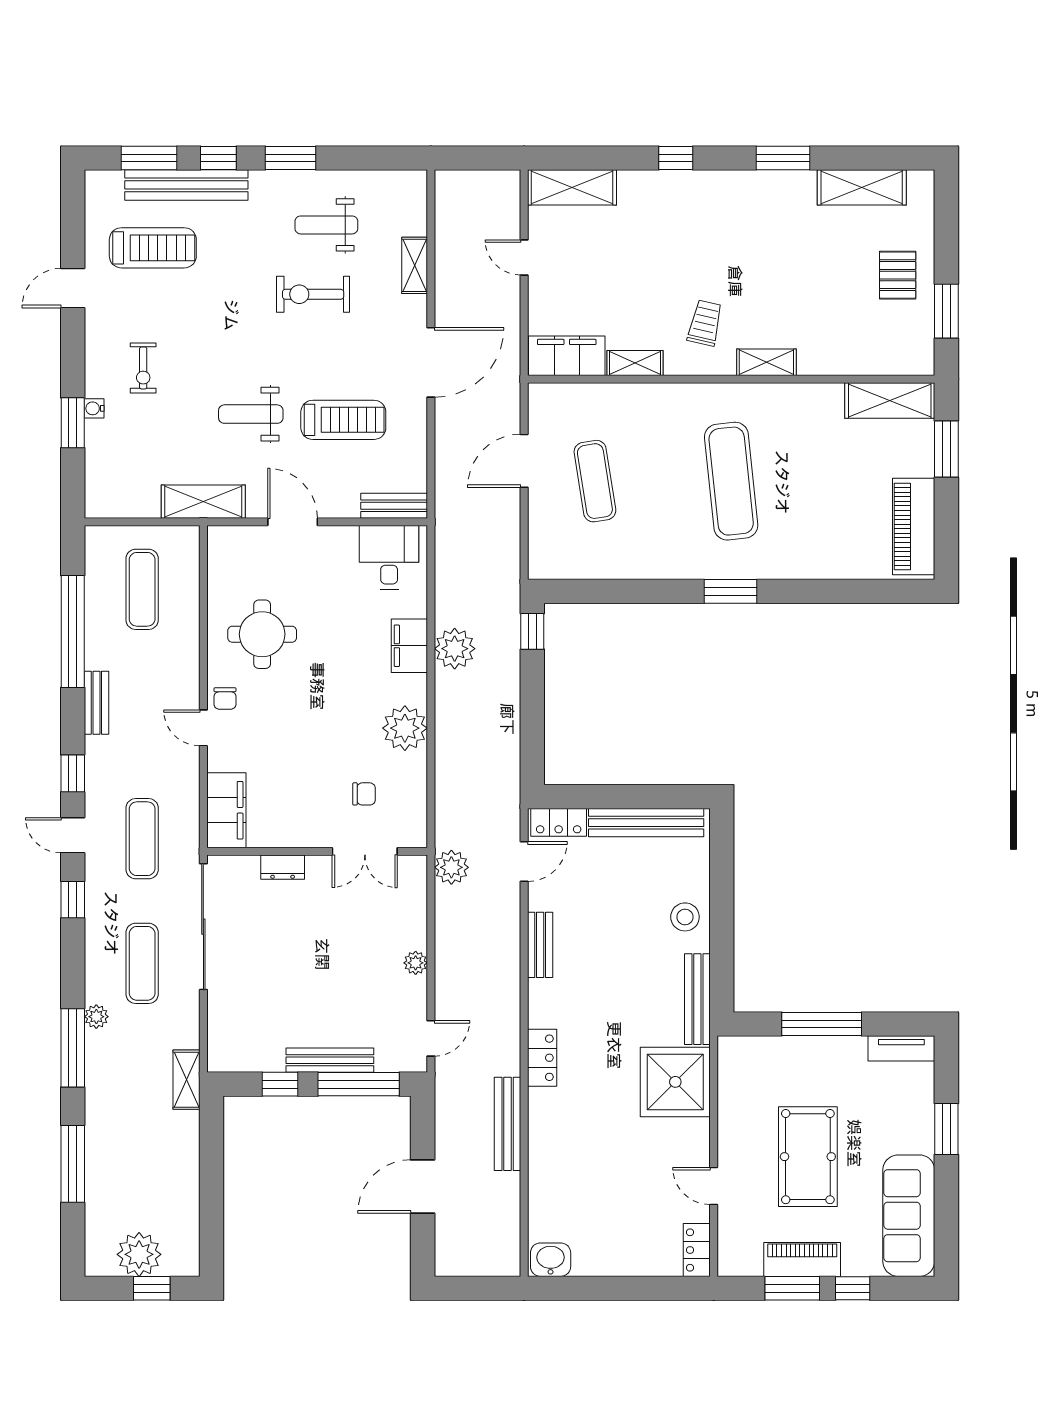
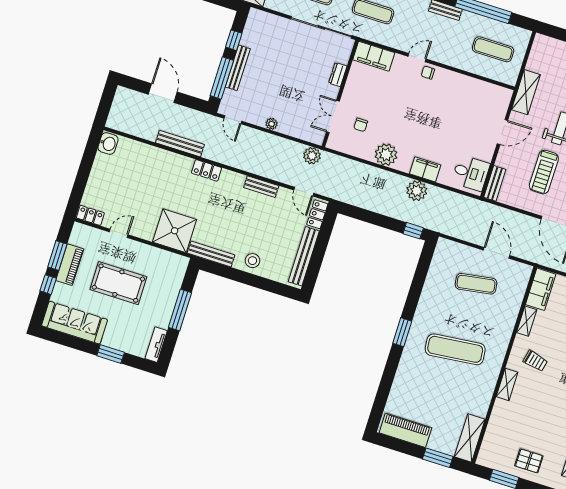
round table: (262, 634) -> (453, 100), removed

